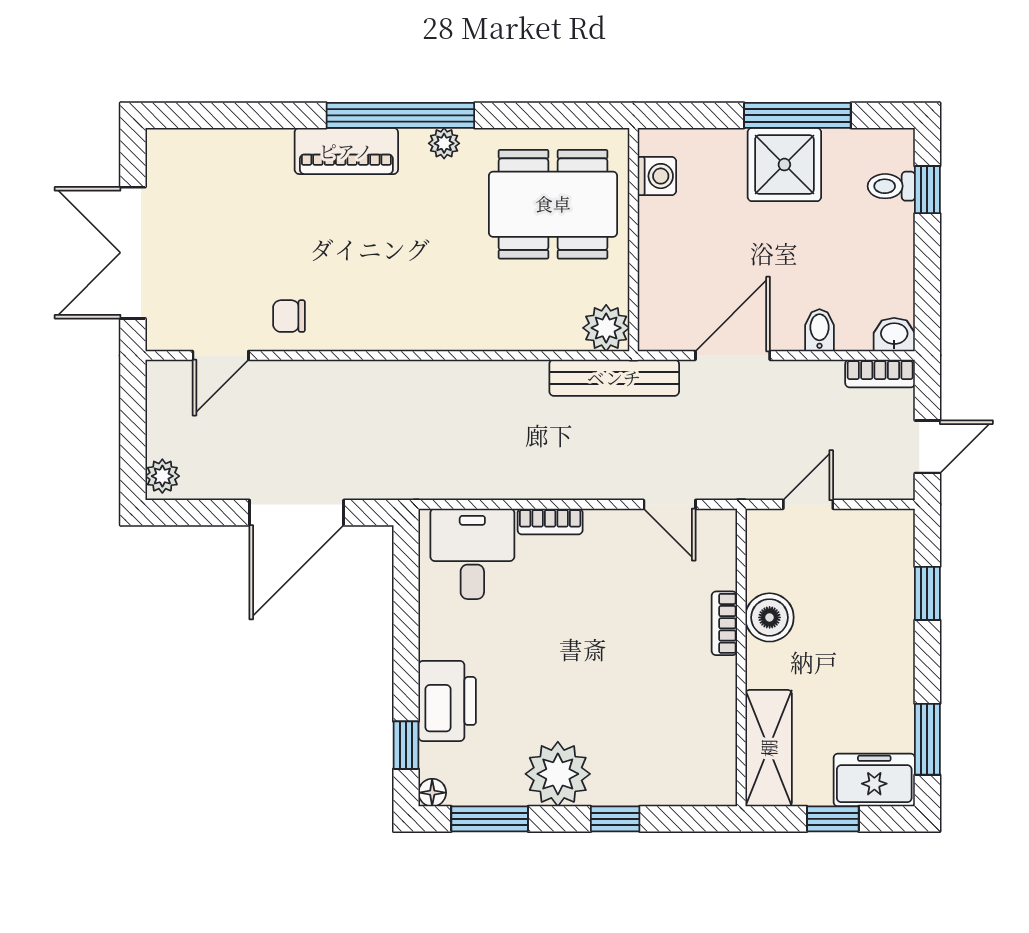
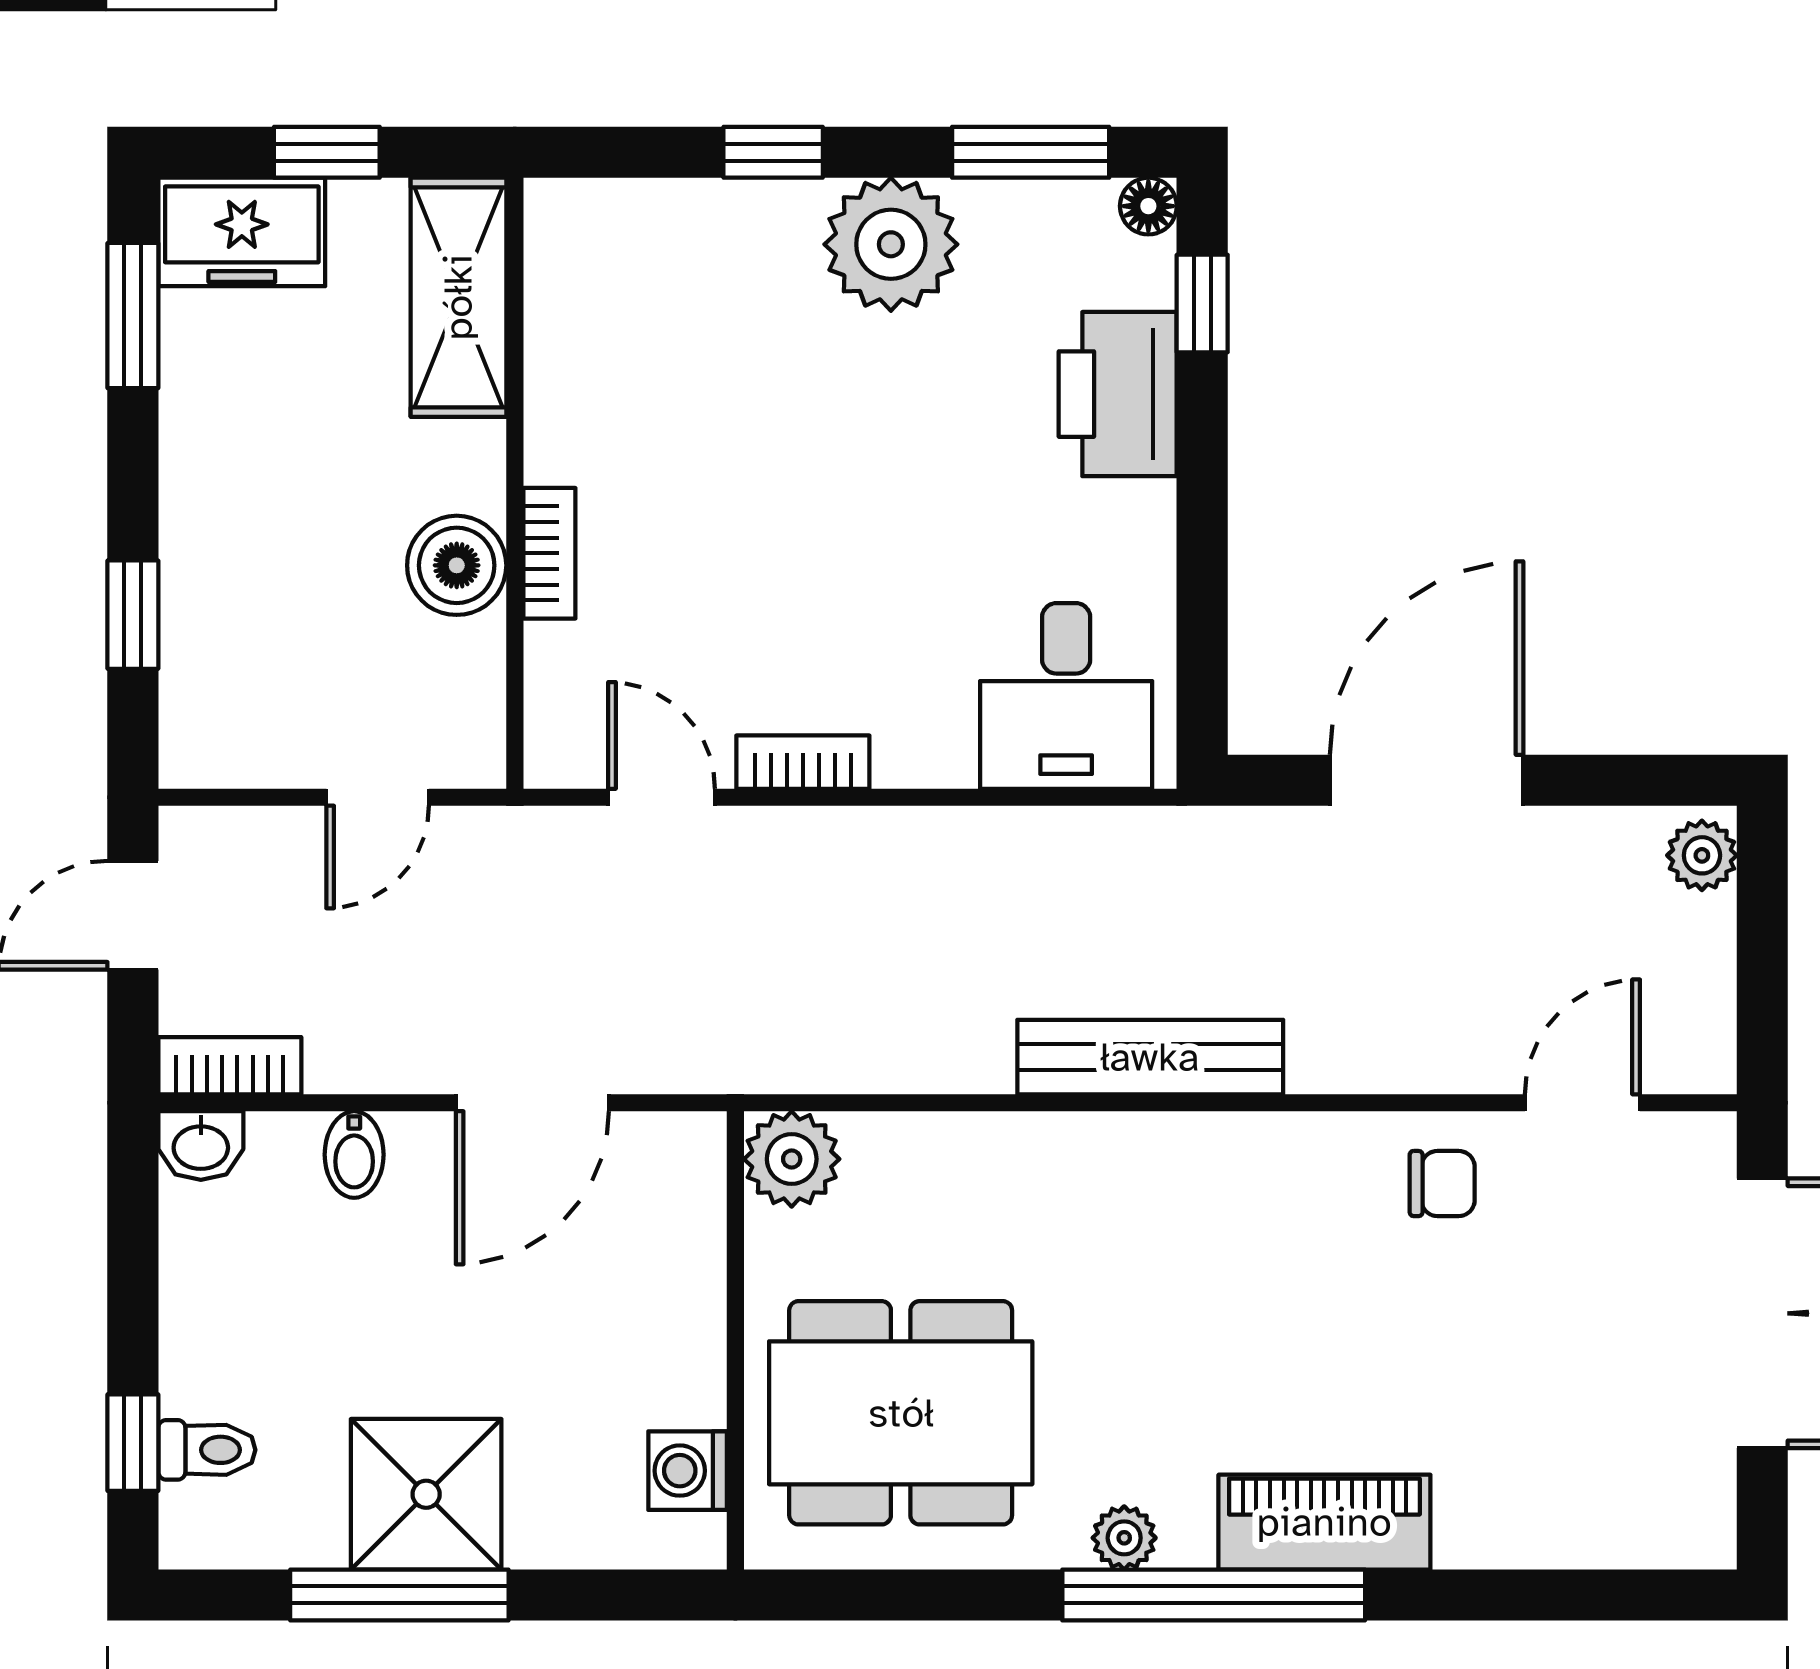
bench: (614, 378) -> (1150, 1057), moved
bookcase: (550, 521) -> (803, 762), moved

